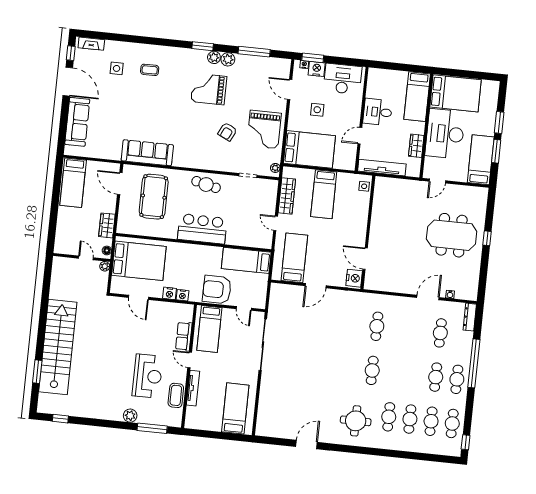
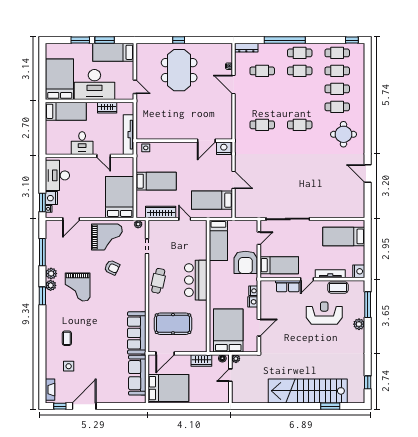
side table: (317, 110) -> (86, 194), removed
sofa: (77, 122) -> (137, 375), moved, turned -90
bed: (73, 183) -> (168, 388), width x1.50
door: (276, 223) -> (185, 219), swing flipped
nightstand: (192, 422) -> (359, 271), added

